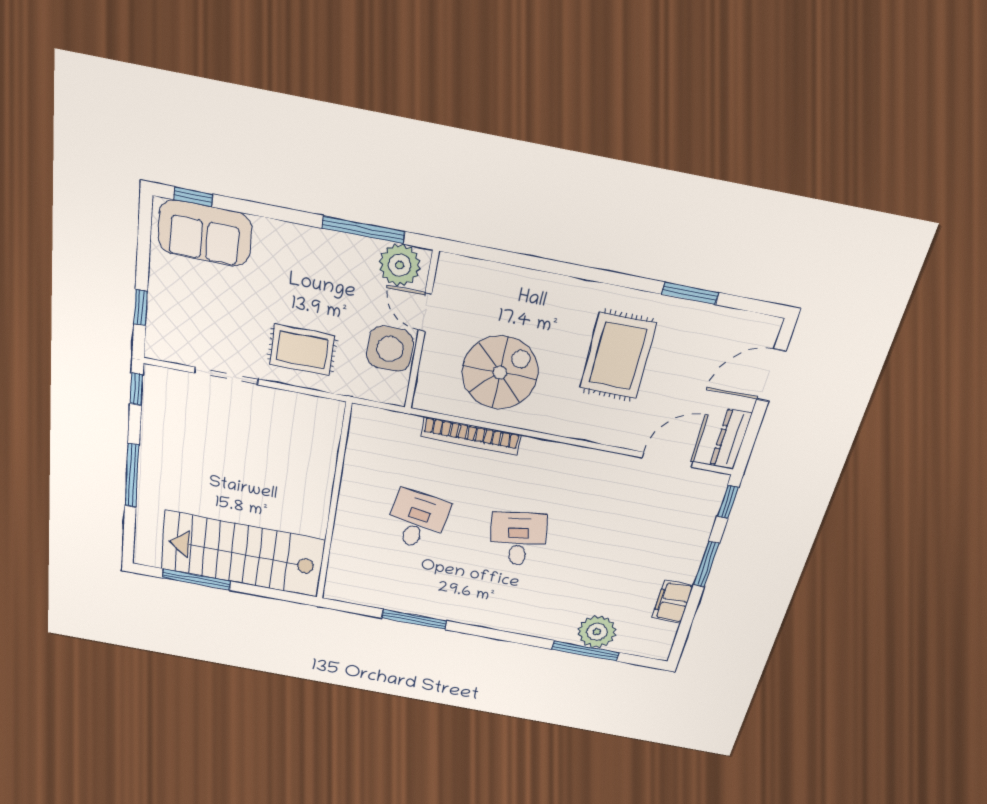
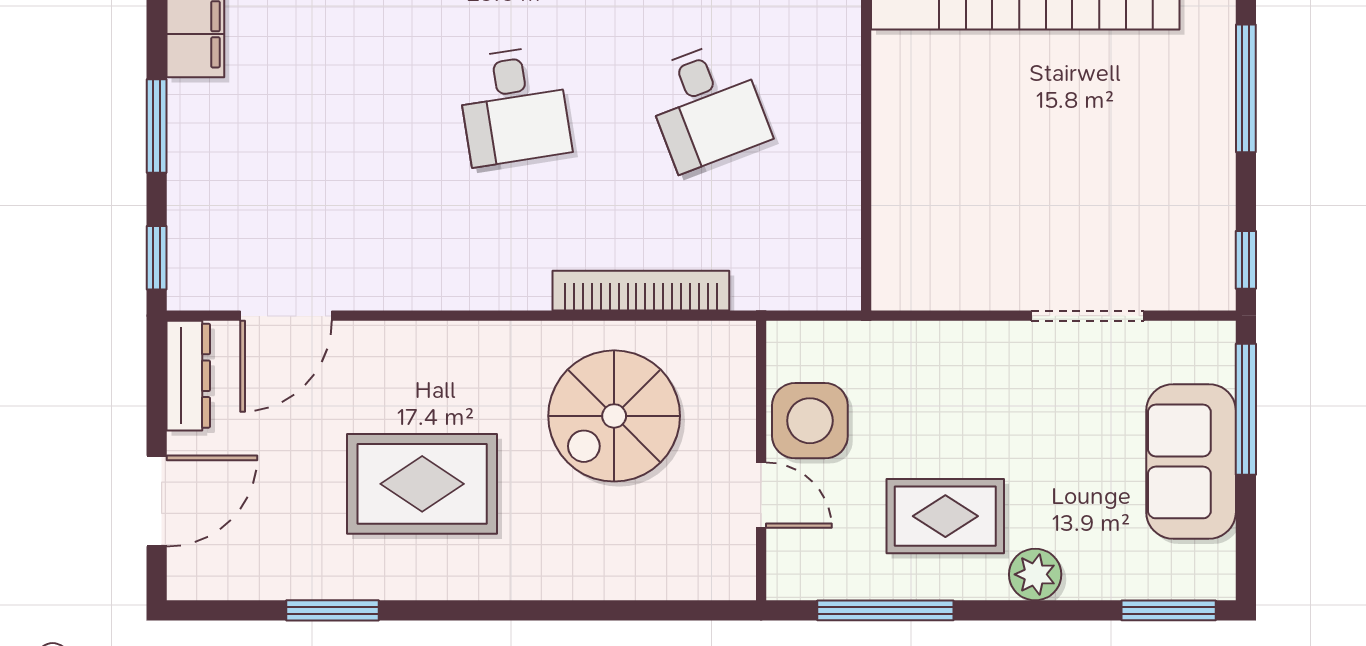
window: (193, 197) -> (1169, 610), width x1.50
sofa: (205, 233) -> (1191, 461), moved, turned -90
plant: (400, 265) -> (1035, 574), moved, width x0.73, depth x0.73
window: (141, 308) -> (1246, 409), width x2.17
rug: (302, 350) -> (945, 516), moved
rug: (618, 356) -> (422, 484), turned 90
desk: (417, 520) -> (707, 106), turned -30

